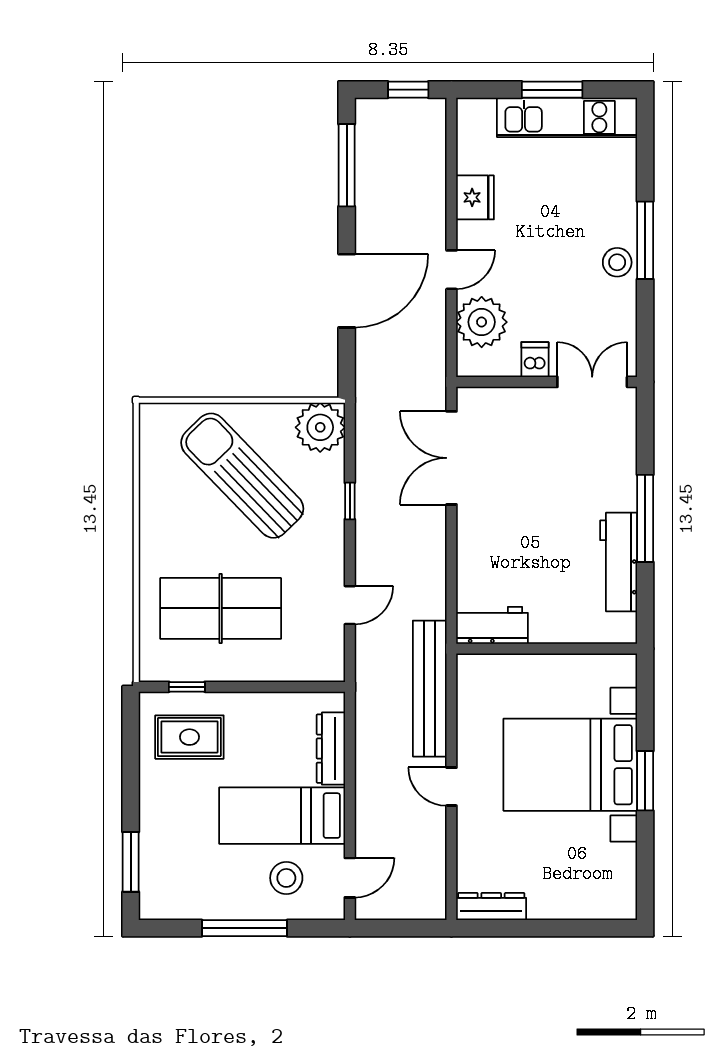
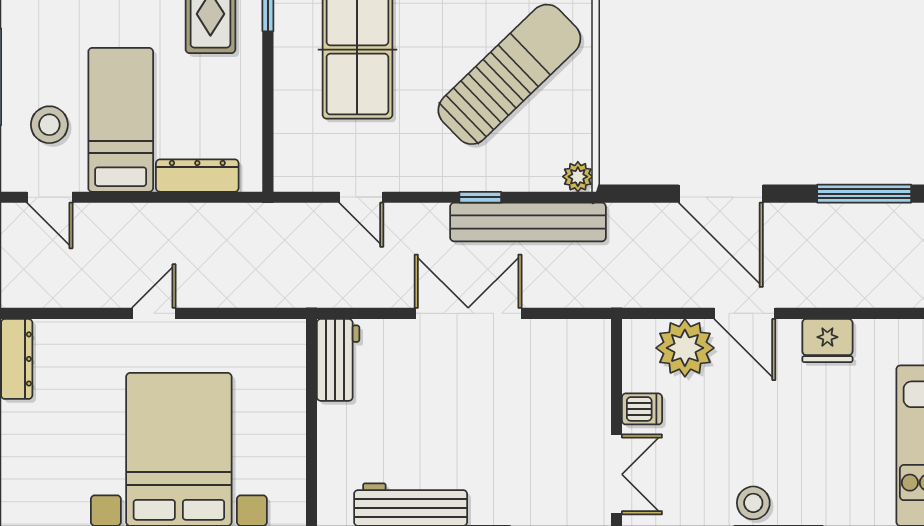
door: (451, 270) -> (745, 313), width x1.37
plant: (320, 427) -> (578, 177), width x0.53, depth x0.53
double door: (451, 458) -> (468, 313), moved
bench: (430, 689) -> (528, 222), moved

